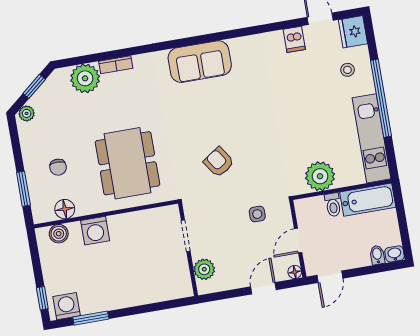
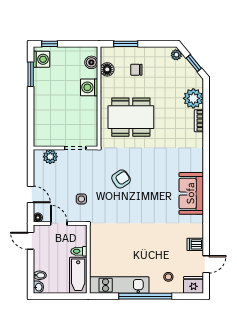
sofa: (200, 62) -> (191, 193), moved
plant: (320, 176) -> (100, 246), removed

